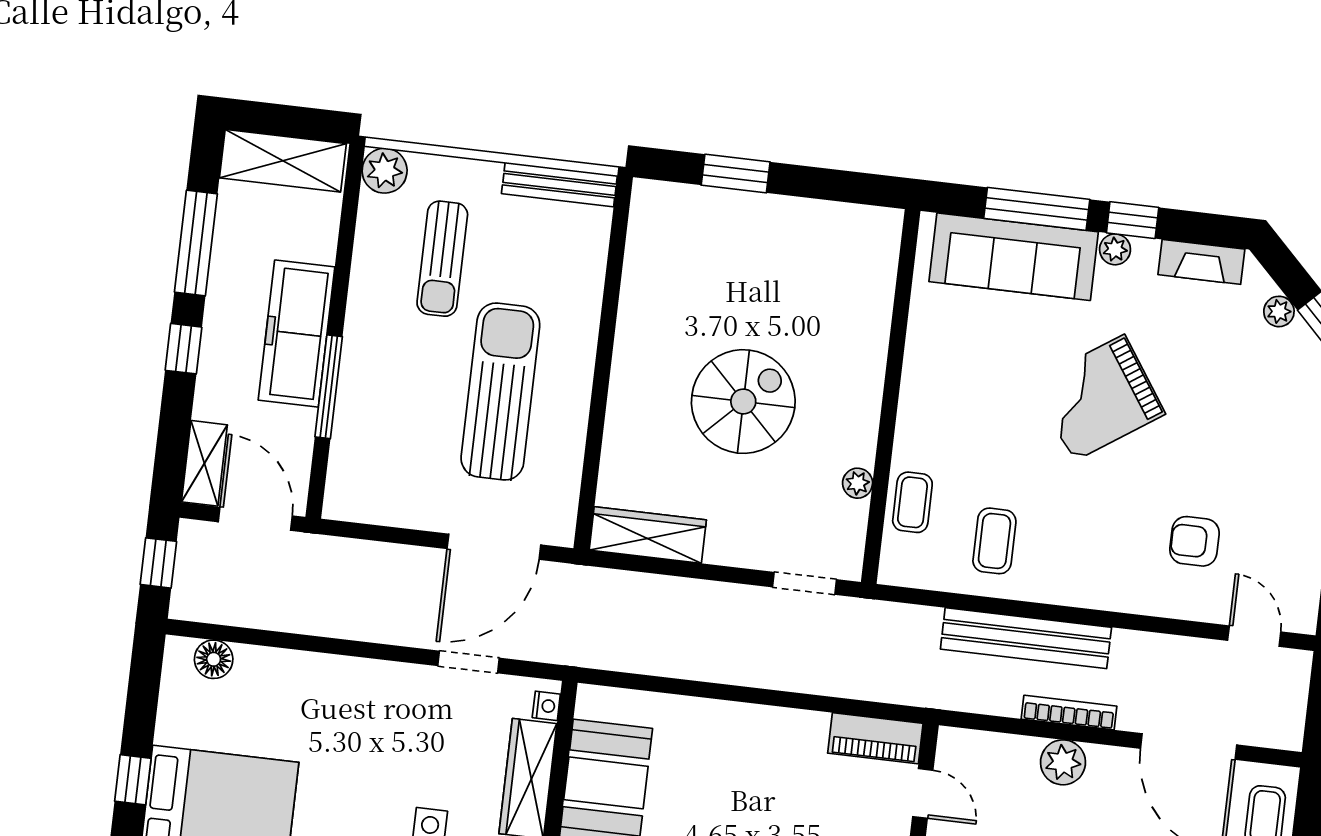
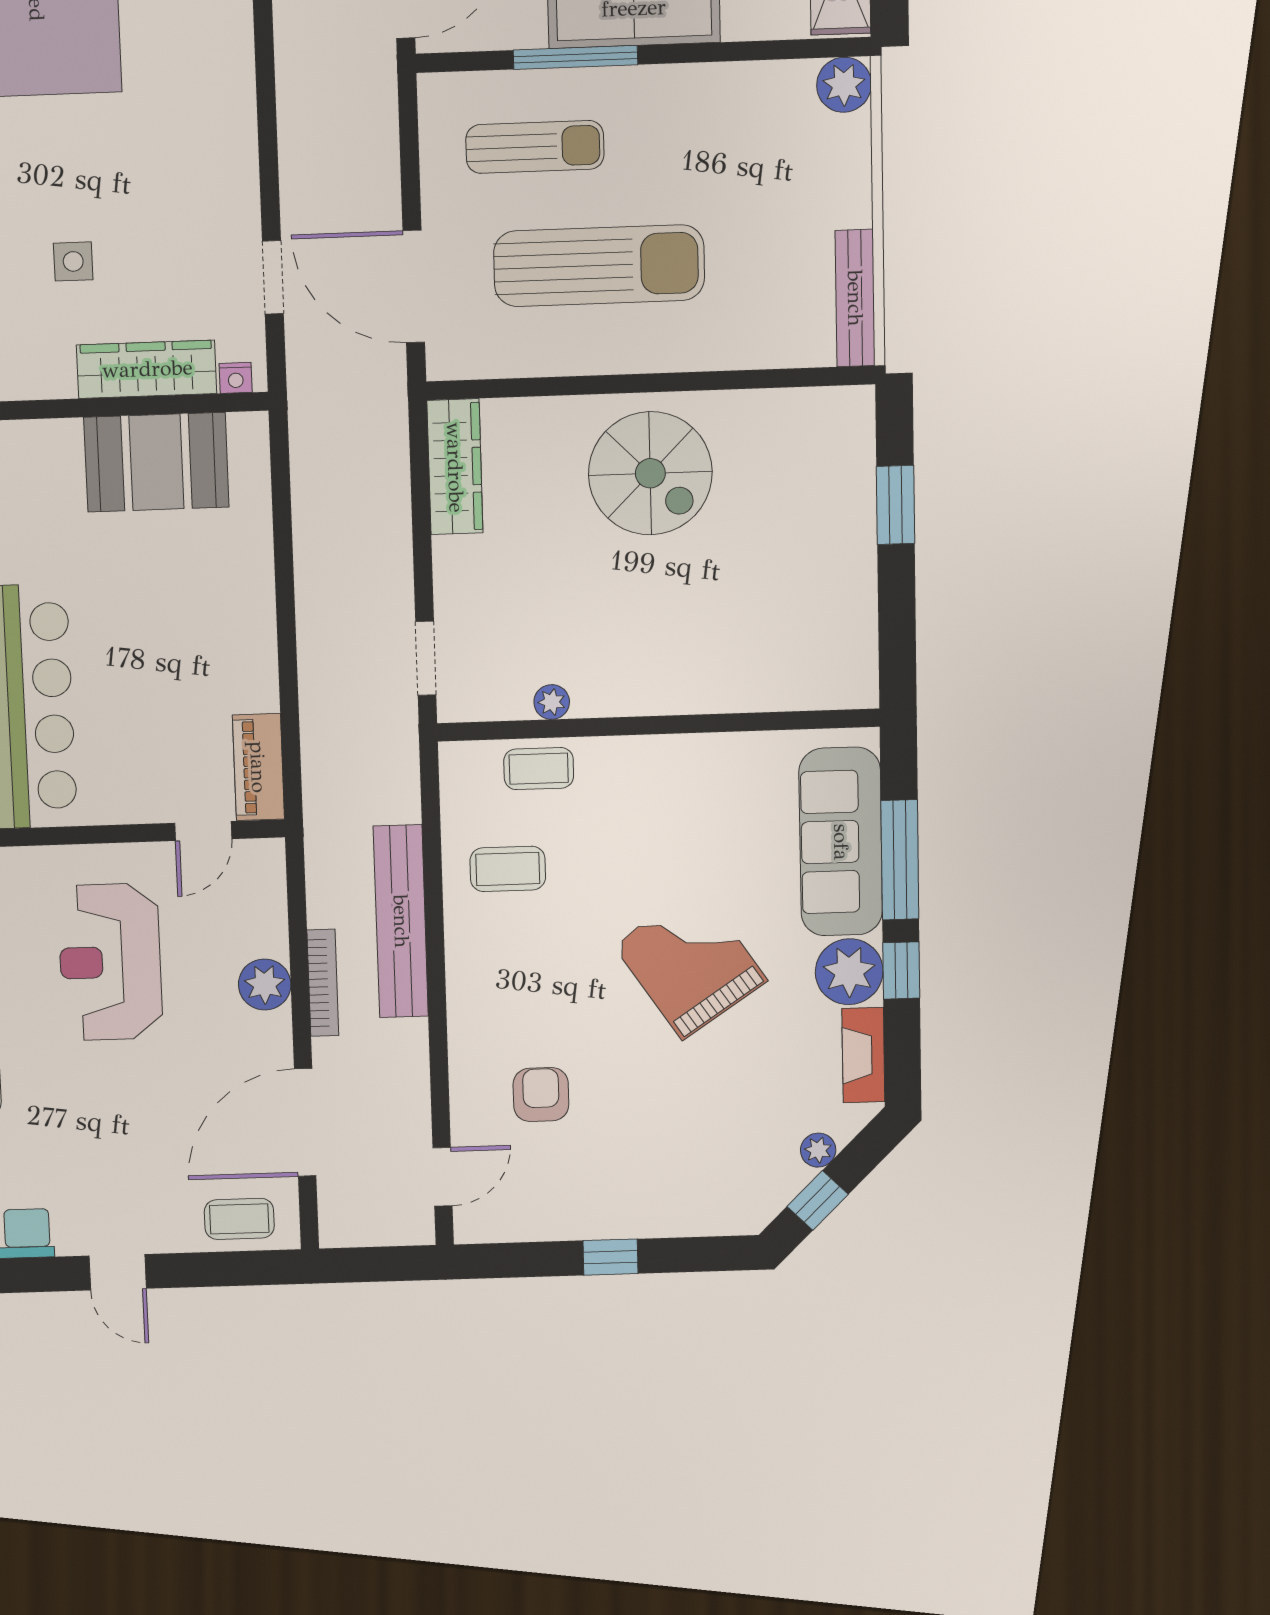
plant: (1115, 249) -> (849, 972), width x1.87, depth x1.87
sun lounger: (442, 259) -> (535, 147), moved, turned 180
spiral stairs: (743, 402) -> (650, 473), moved

